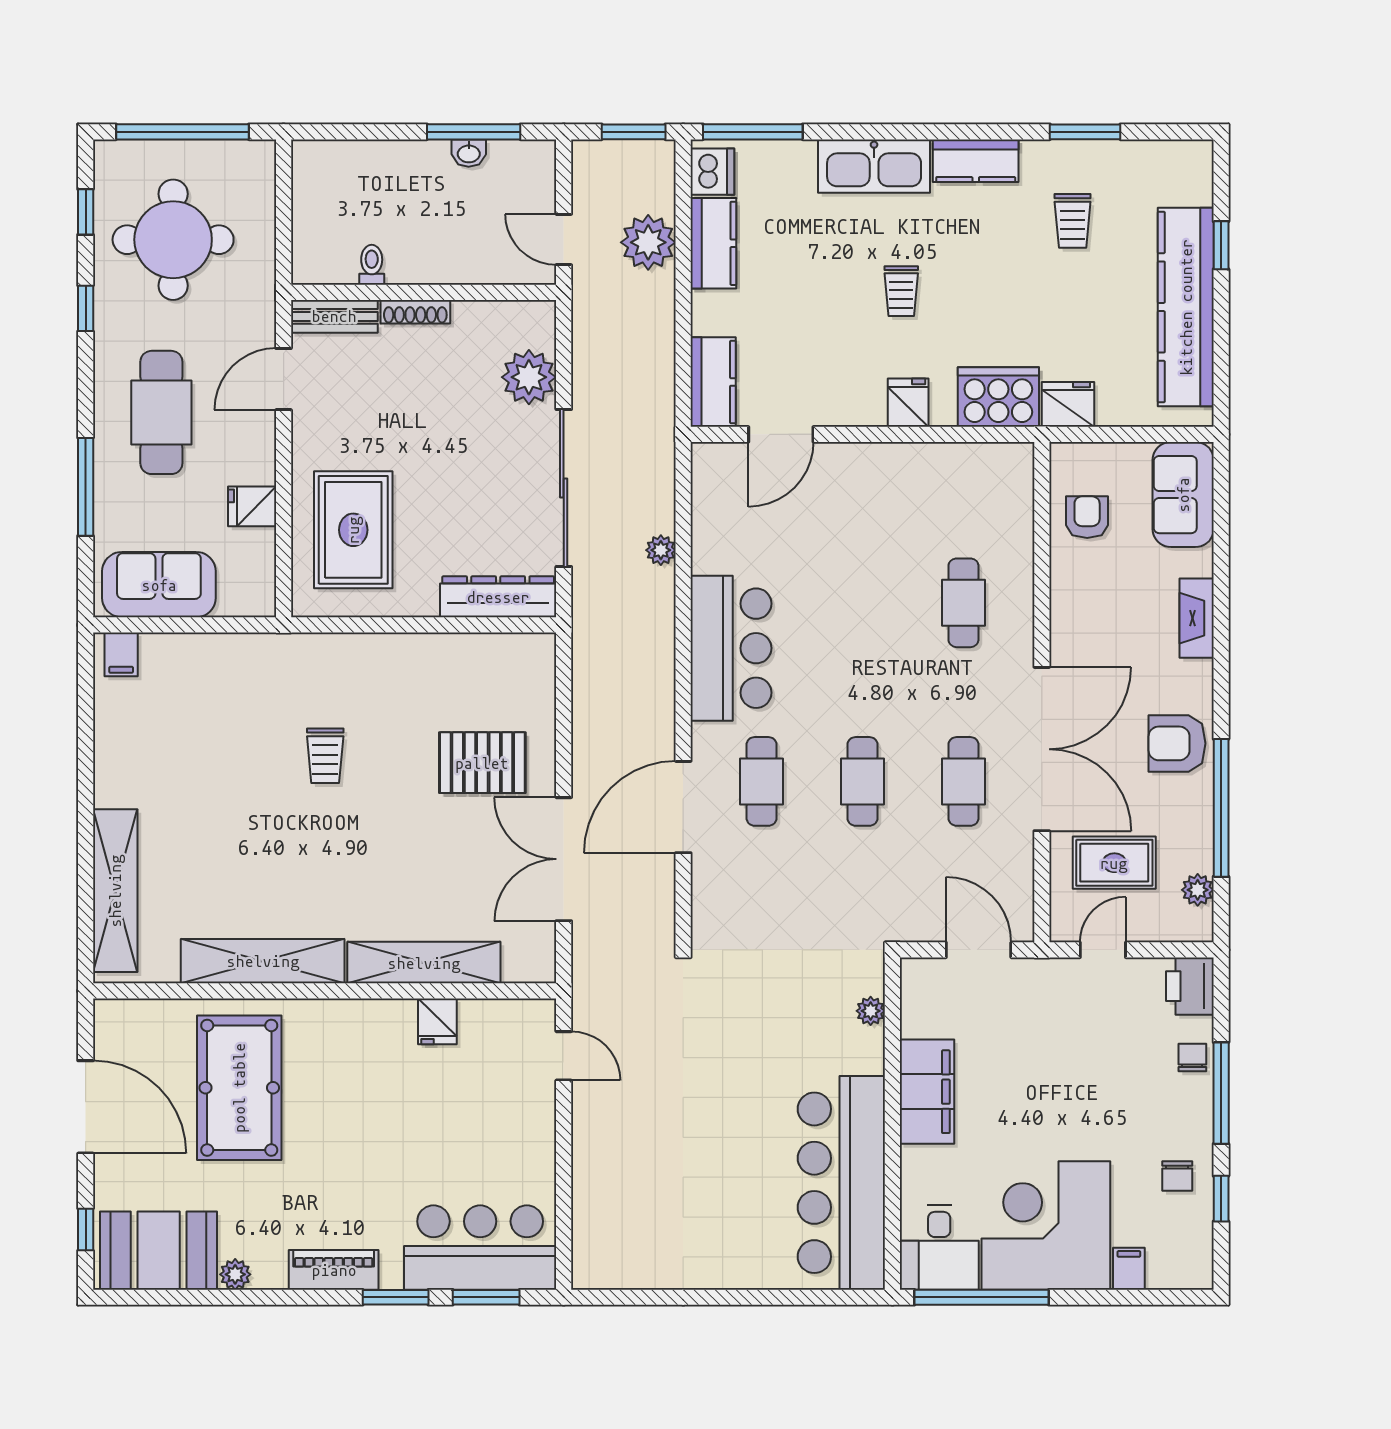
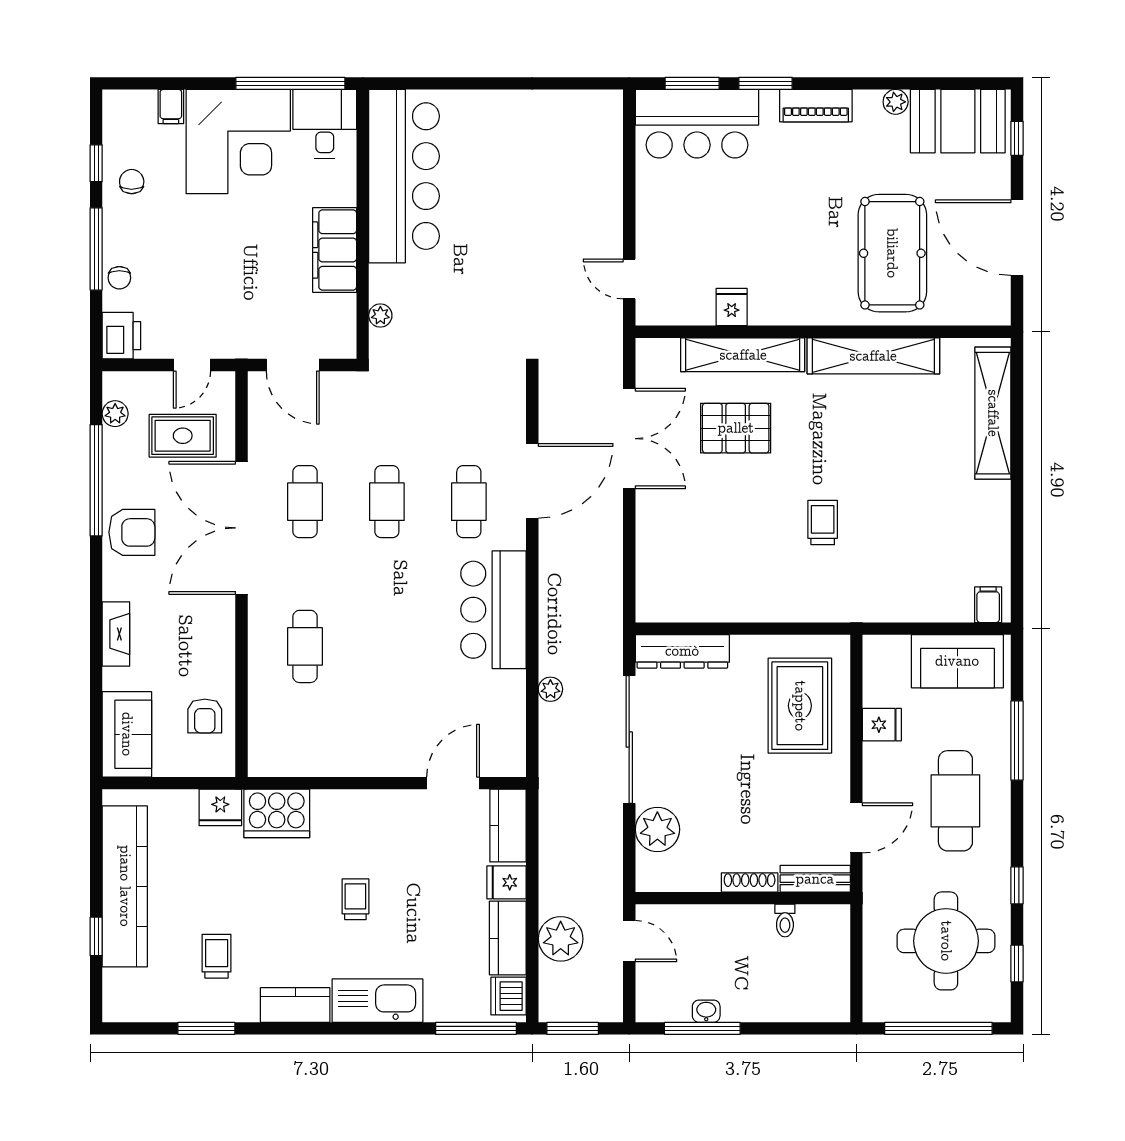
fridge: (908, 403) -> (507, 882), moved, turned 90
pallet: (482, 763) -> (736, 428), moved

